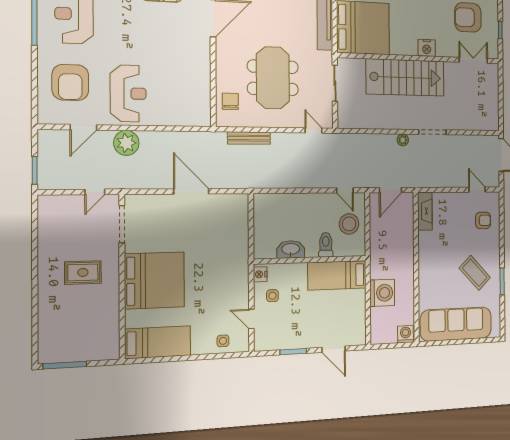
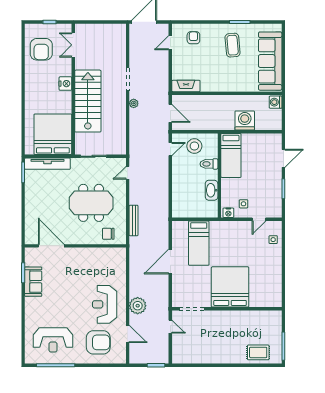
reception desk: (128, 93) -> (105, 304), turned -90
rug: (83, 272) -> (258, 352), moved, turned 90
coffee table: (475, 273) -> (233, 45), turned -51
bed: (158, 342) -> (199, 243), moved, turned 180

